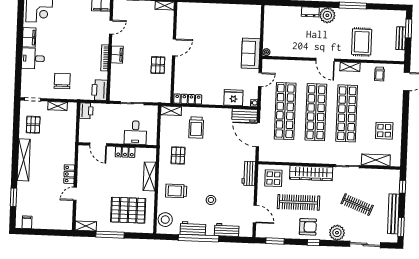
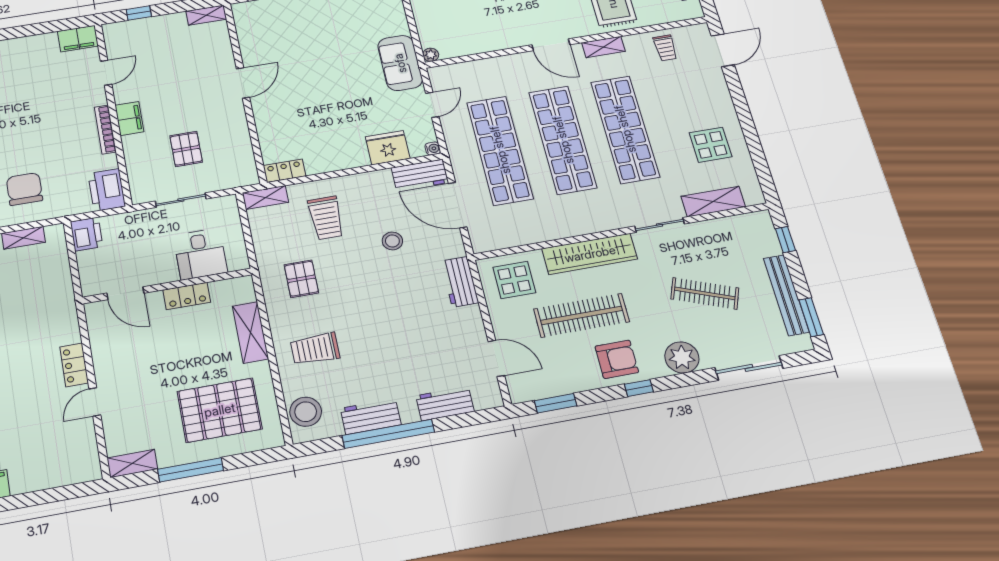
pallet: (158, 65) -> (186, 149), moved
locker: (188, 99) -> (284, 171), width x0.66
stool: (211, 200) -> (392, 241), moved

